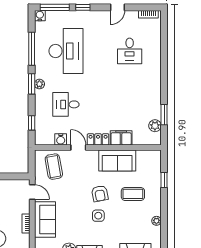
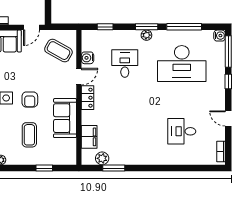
filing cabinet: (121, 138) -> (89, 137), moved
coffee table: (54, 167) -> (58, 51), turned 39
armchair: (100, 194) -> (30, 100), turned -79

